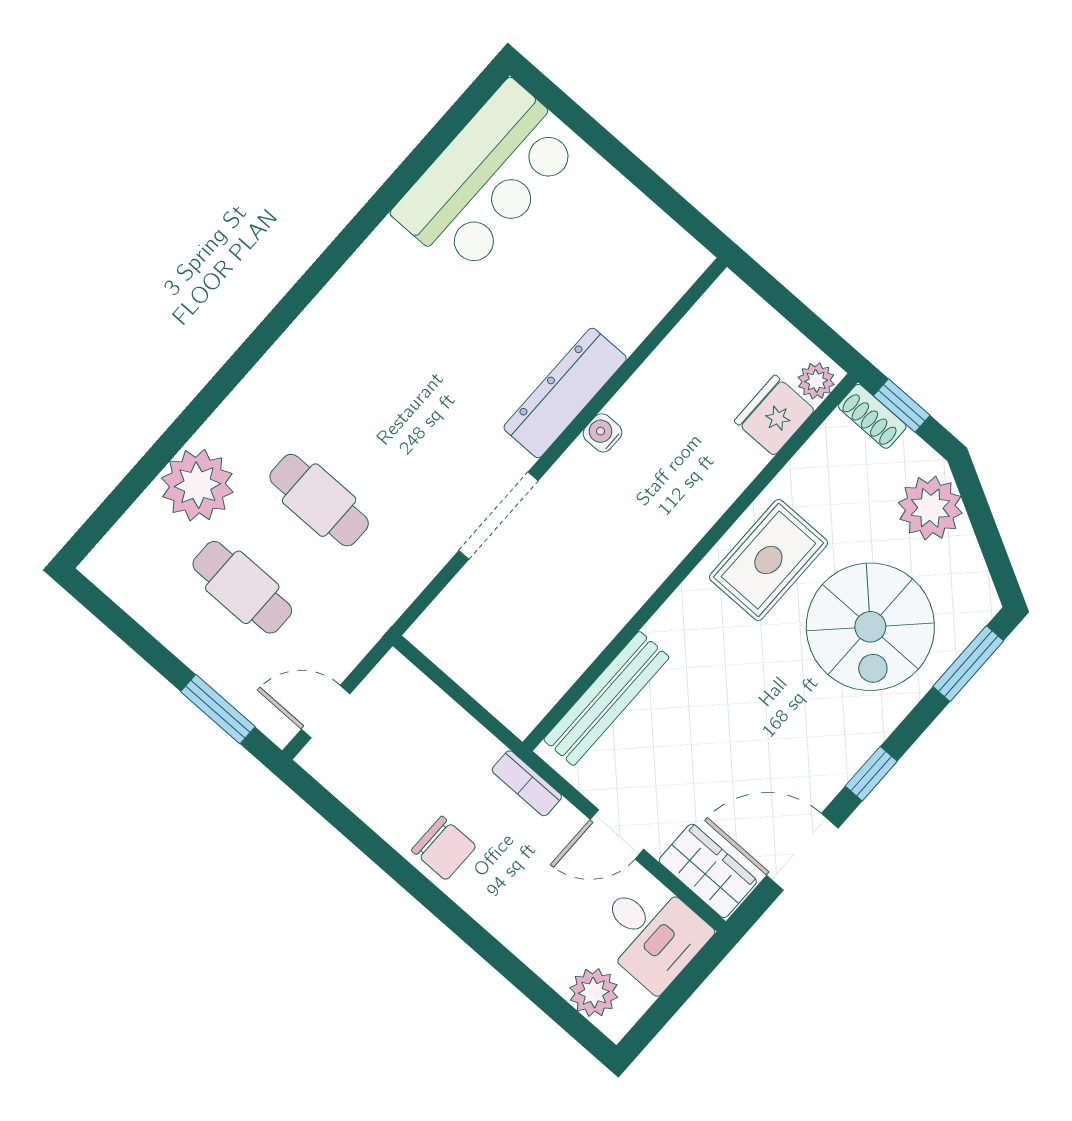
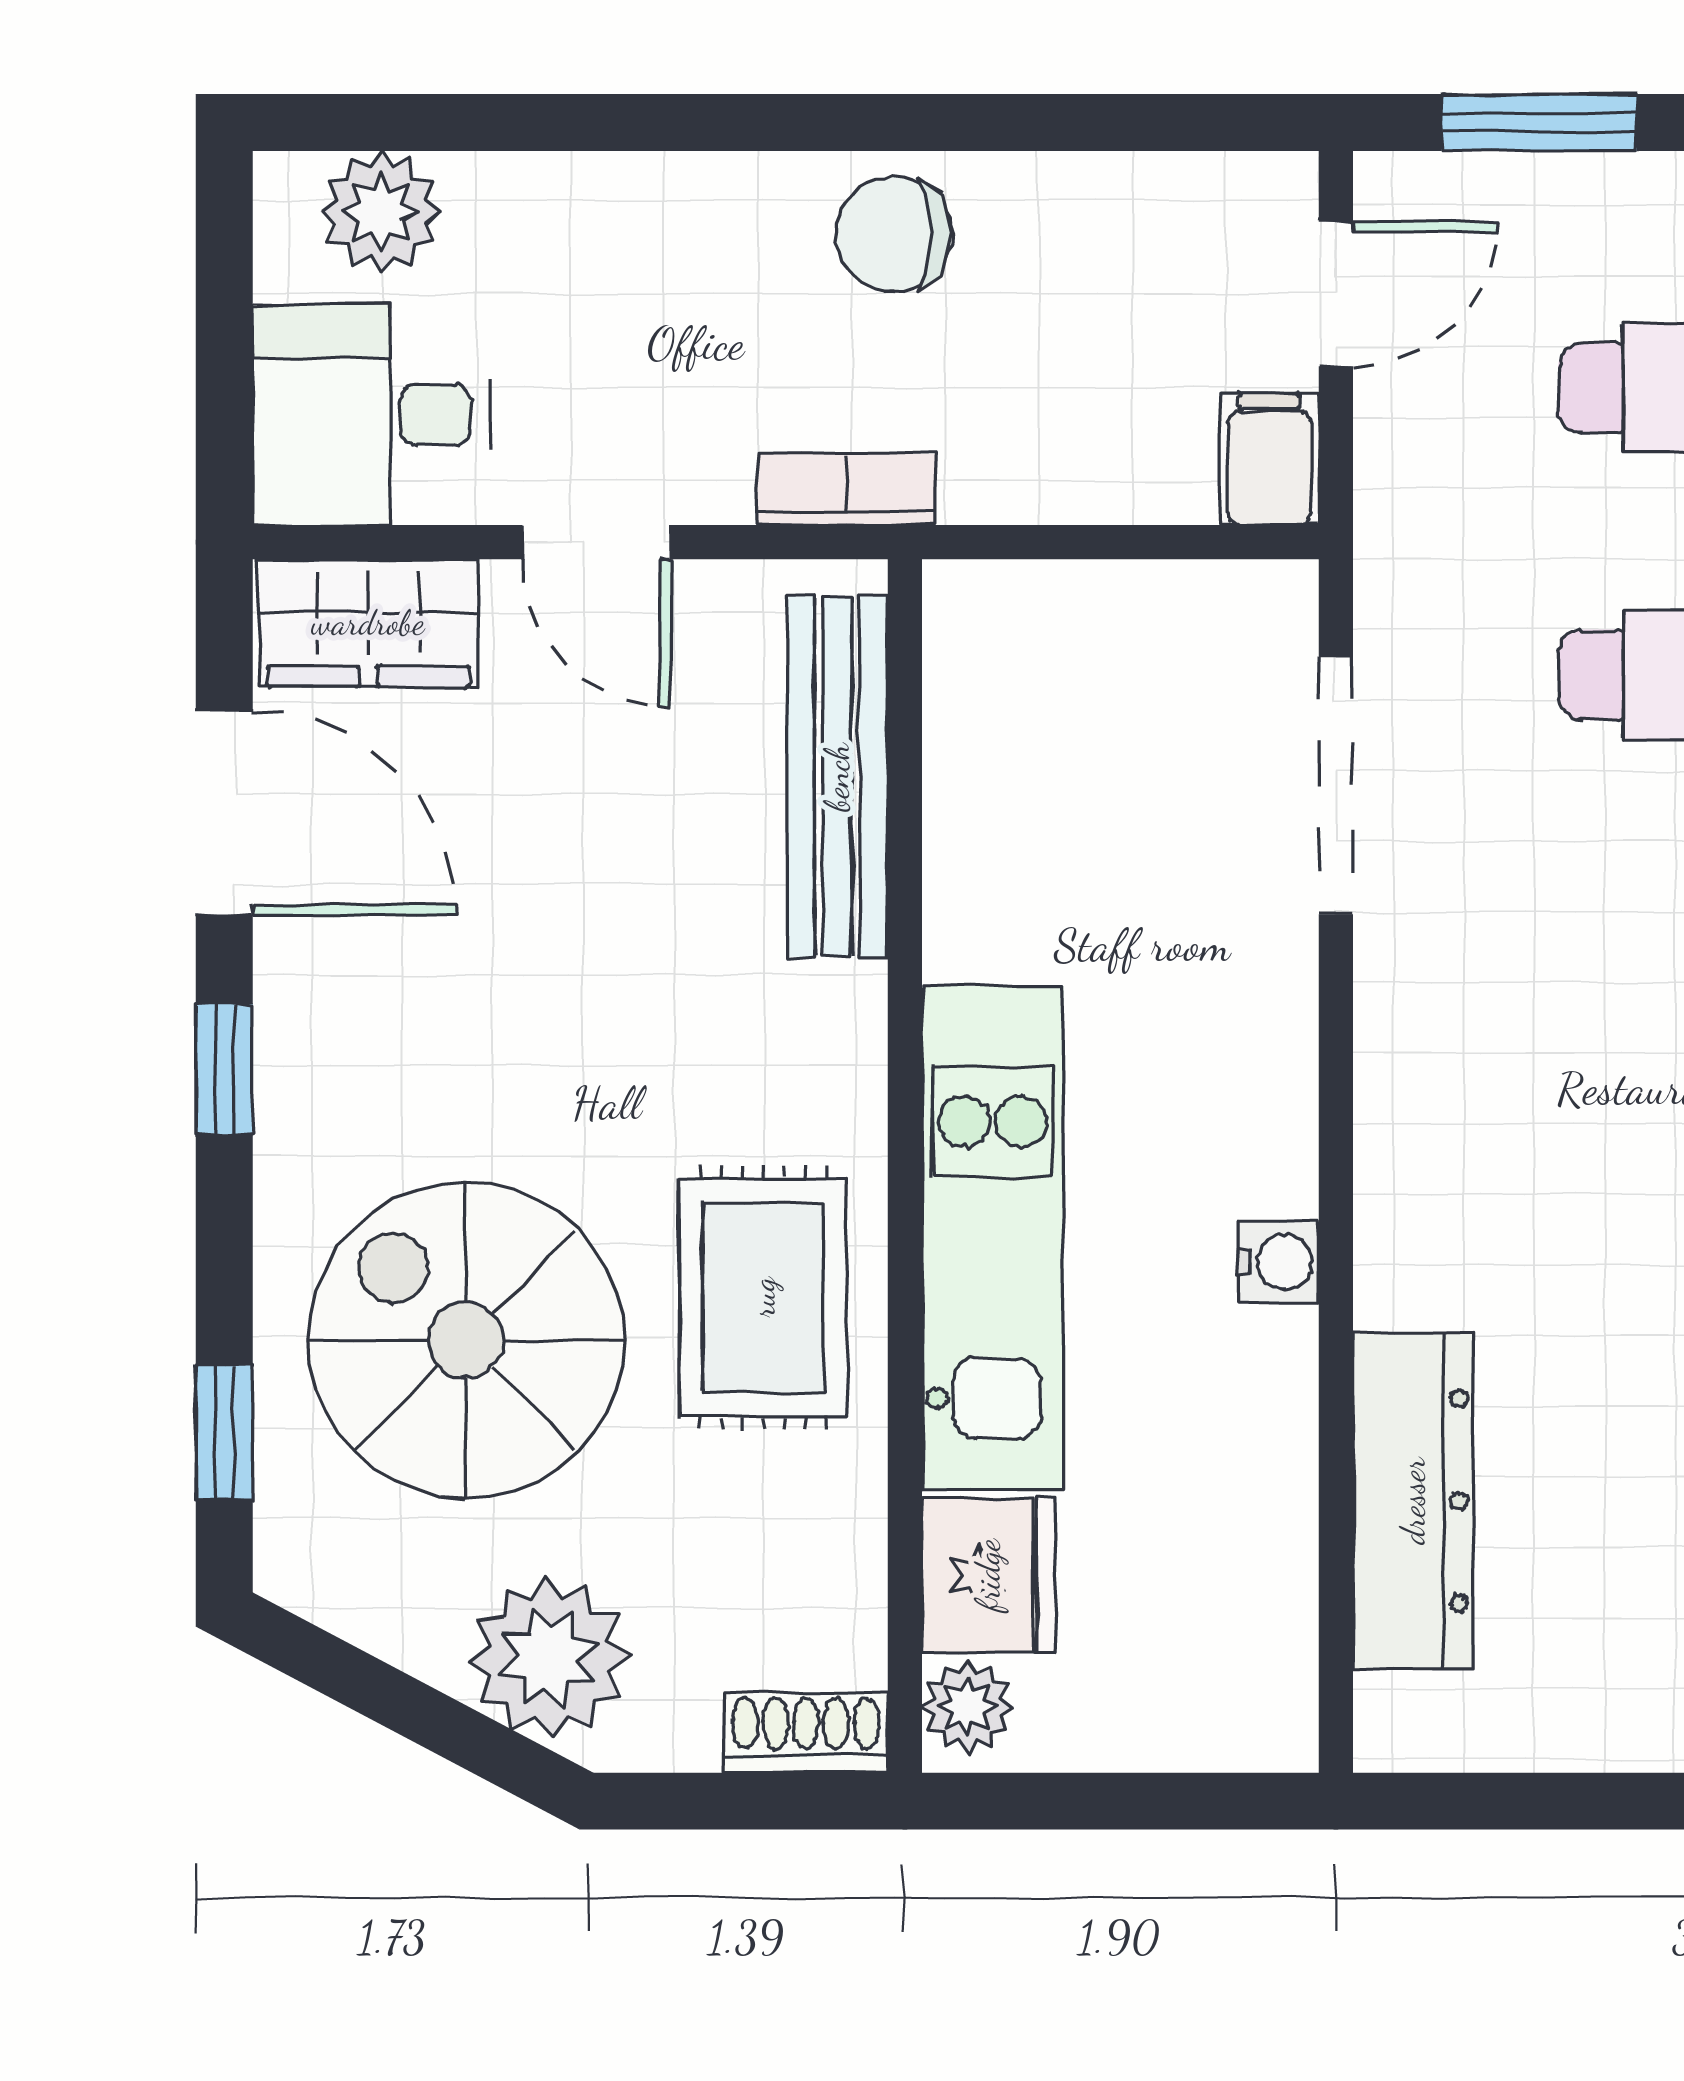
dresser: (565, 393) -> (1413, 1501), moved
window: (902, 405) -> (769, 1801), removed
doorway: (498, 516) -> (1336, 785), moved
kitchen unit: (683, 517) -> (993, 1237), added
window: (968, 664) -> (224, 1432), width x0.67
filing cabinet: (390, 679) -> (1269, 459), added
door: (617, 834) -> (596, 542), swing flipped
door: (802, 852) -> (224, 813), hinge flipped

